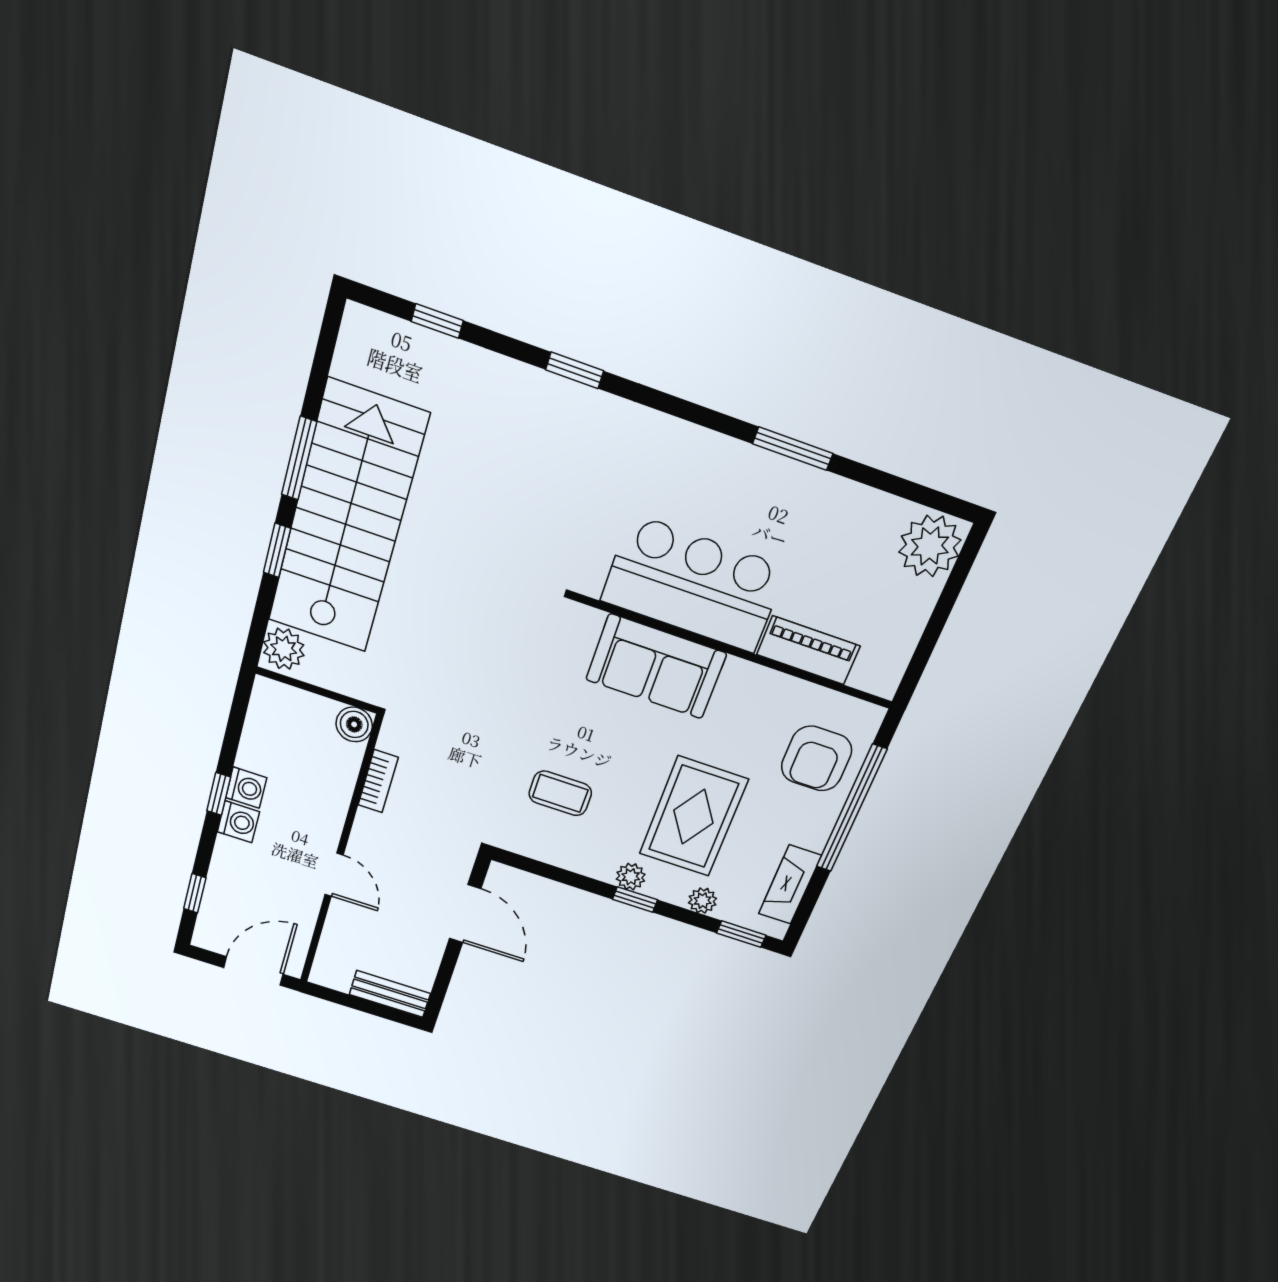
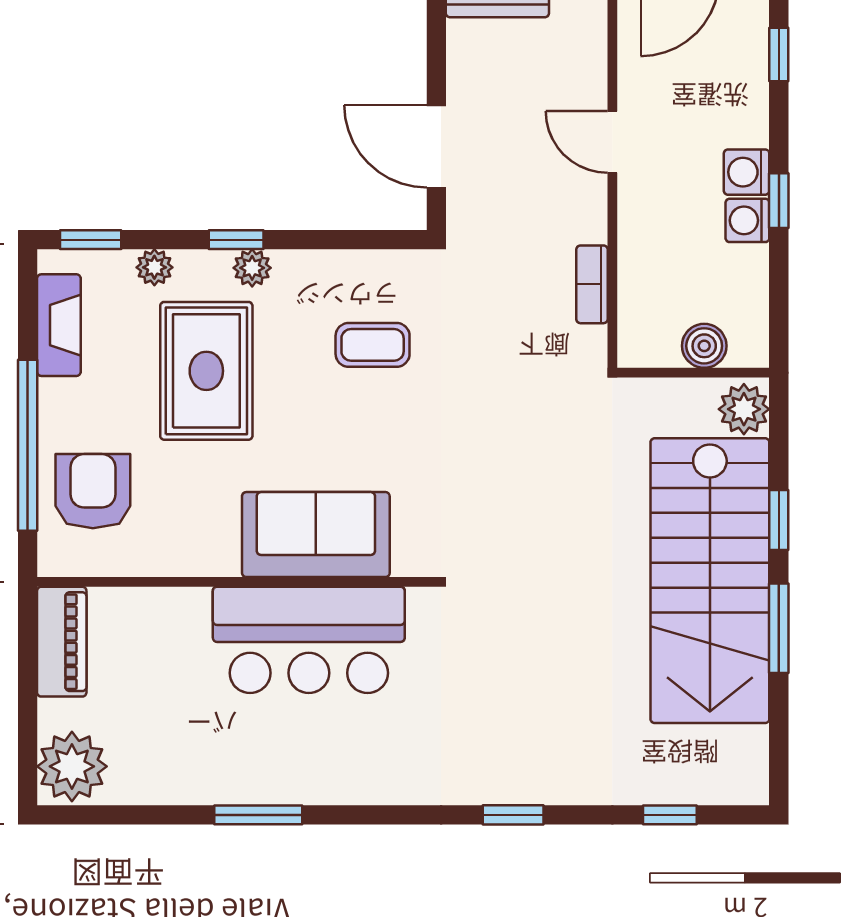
piano: (808, 650) -> (62, 642), moved, turned -90
boiler: (354, 724) -> (704, 346), moved

